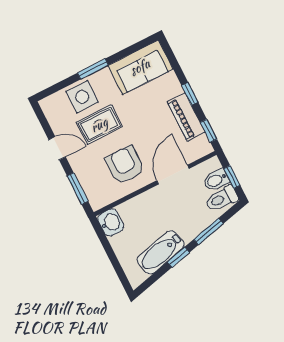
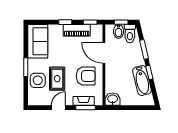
armchair: (125, 165) -> (86, 76), turned 180
fireplace: (86, 181) -> (84, 101), added

